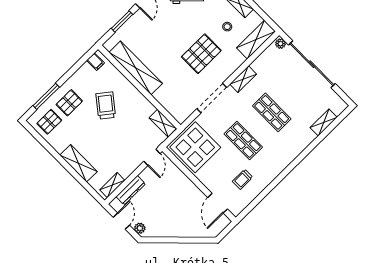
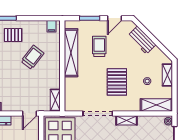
trolley: (155, 38) -> (99, 46), added
pallet: (201, 54) -> (117, 82), turned 90

